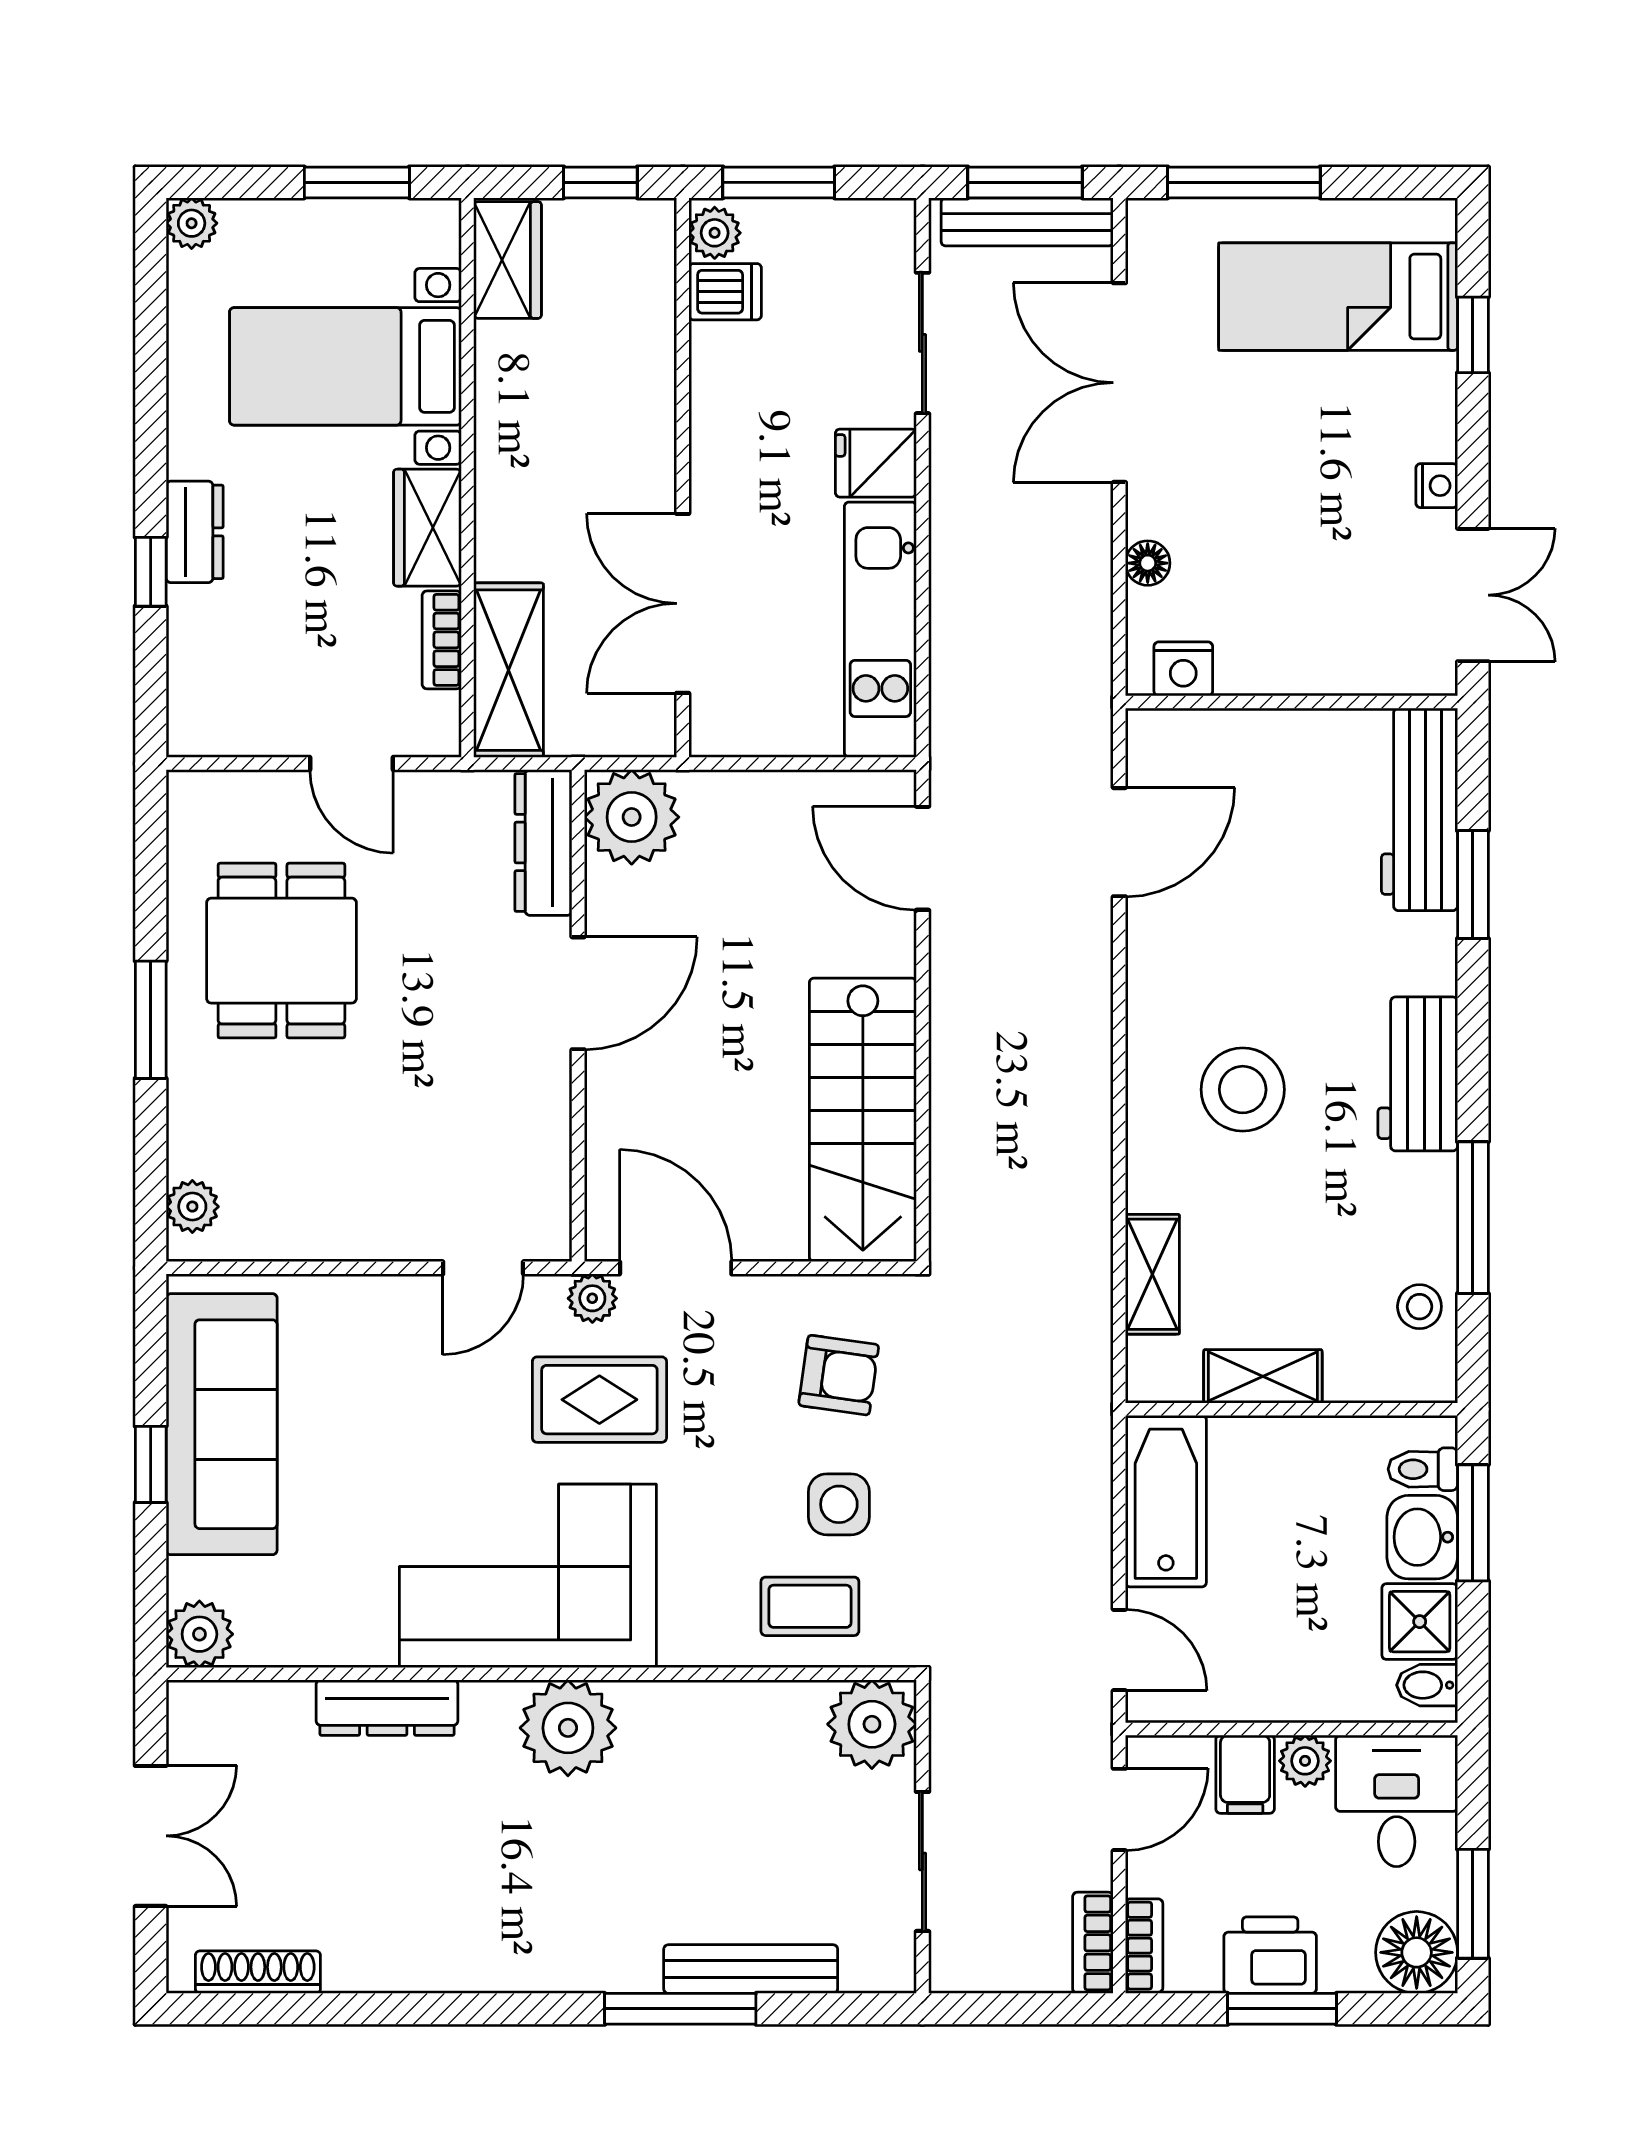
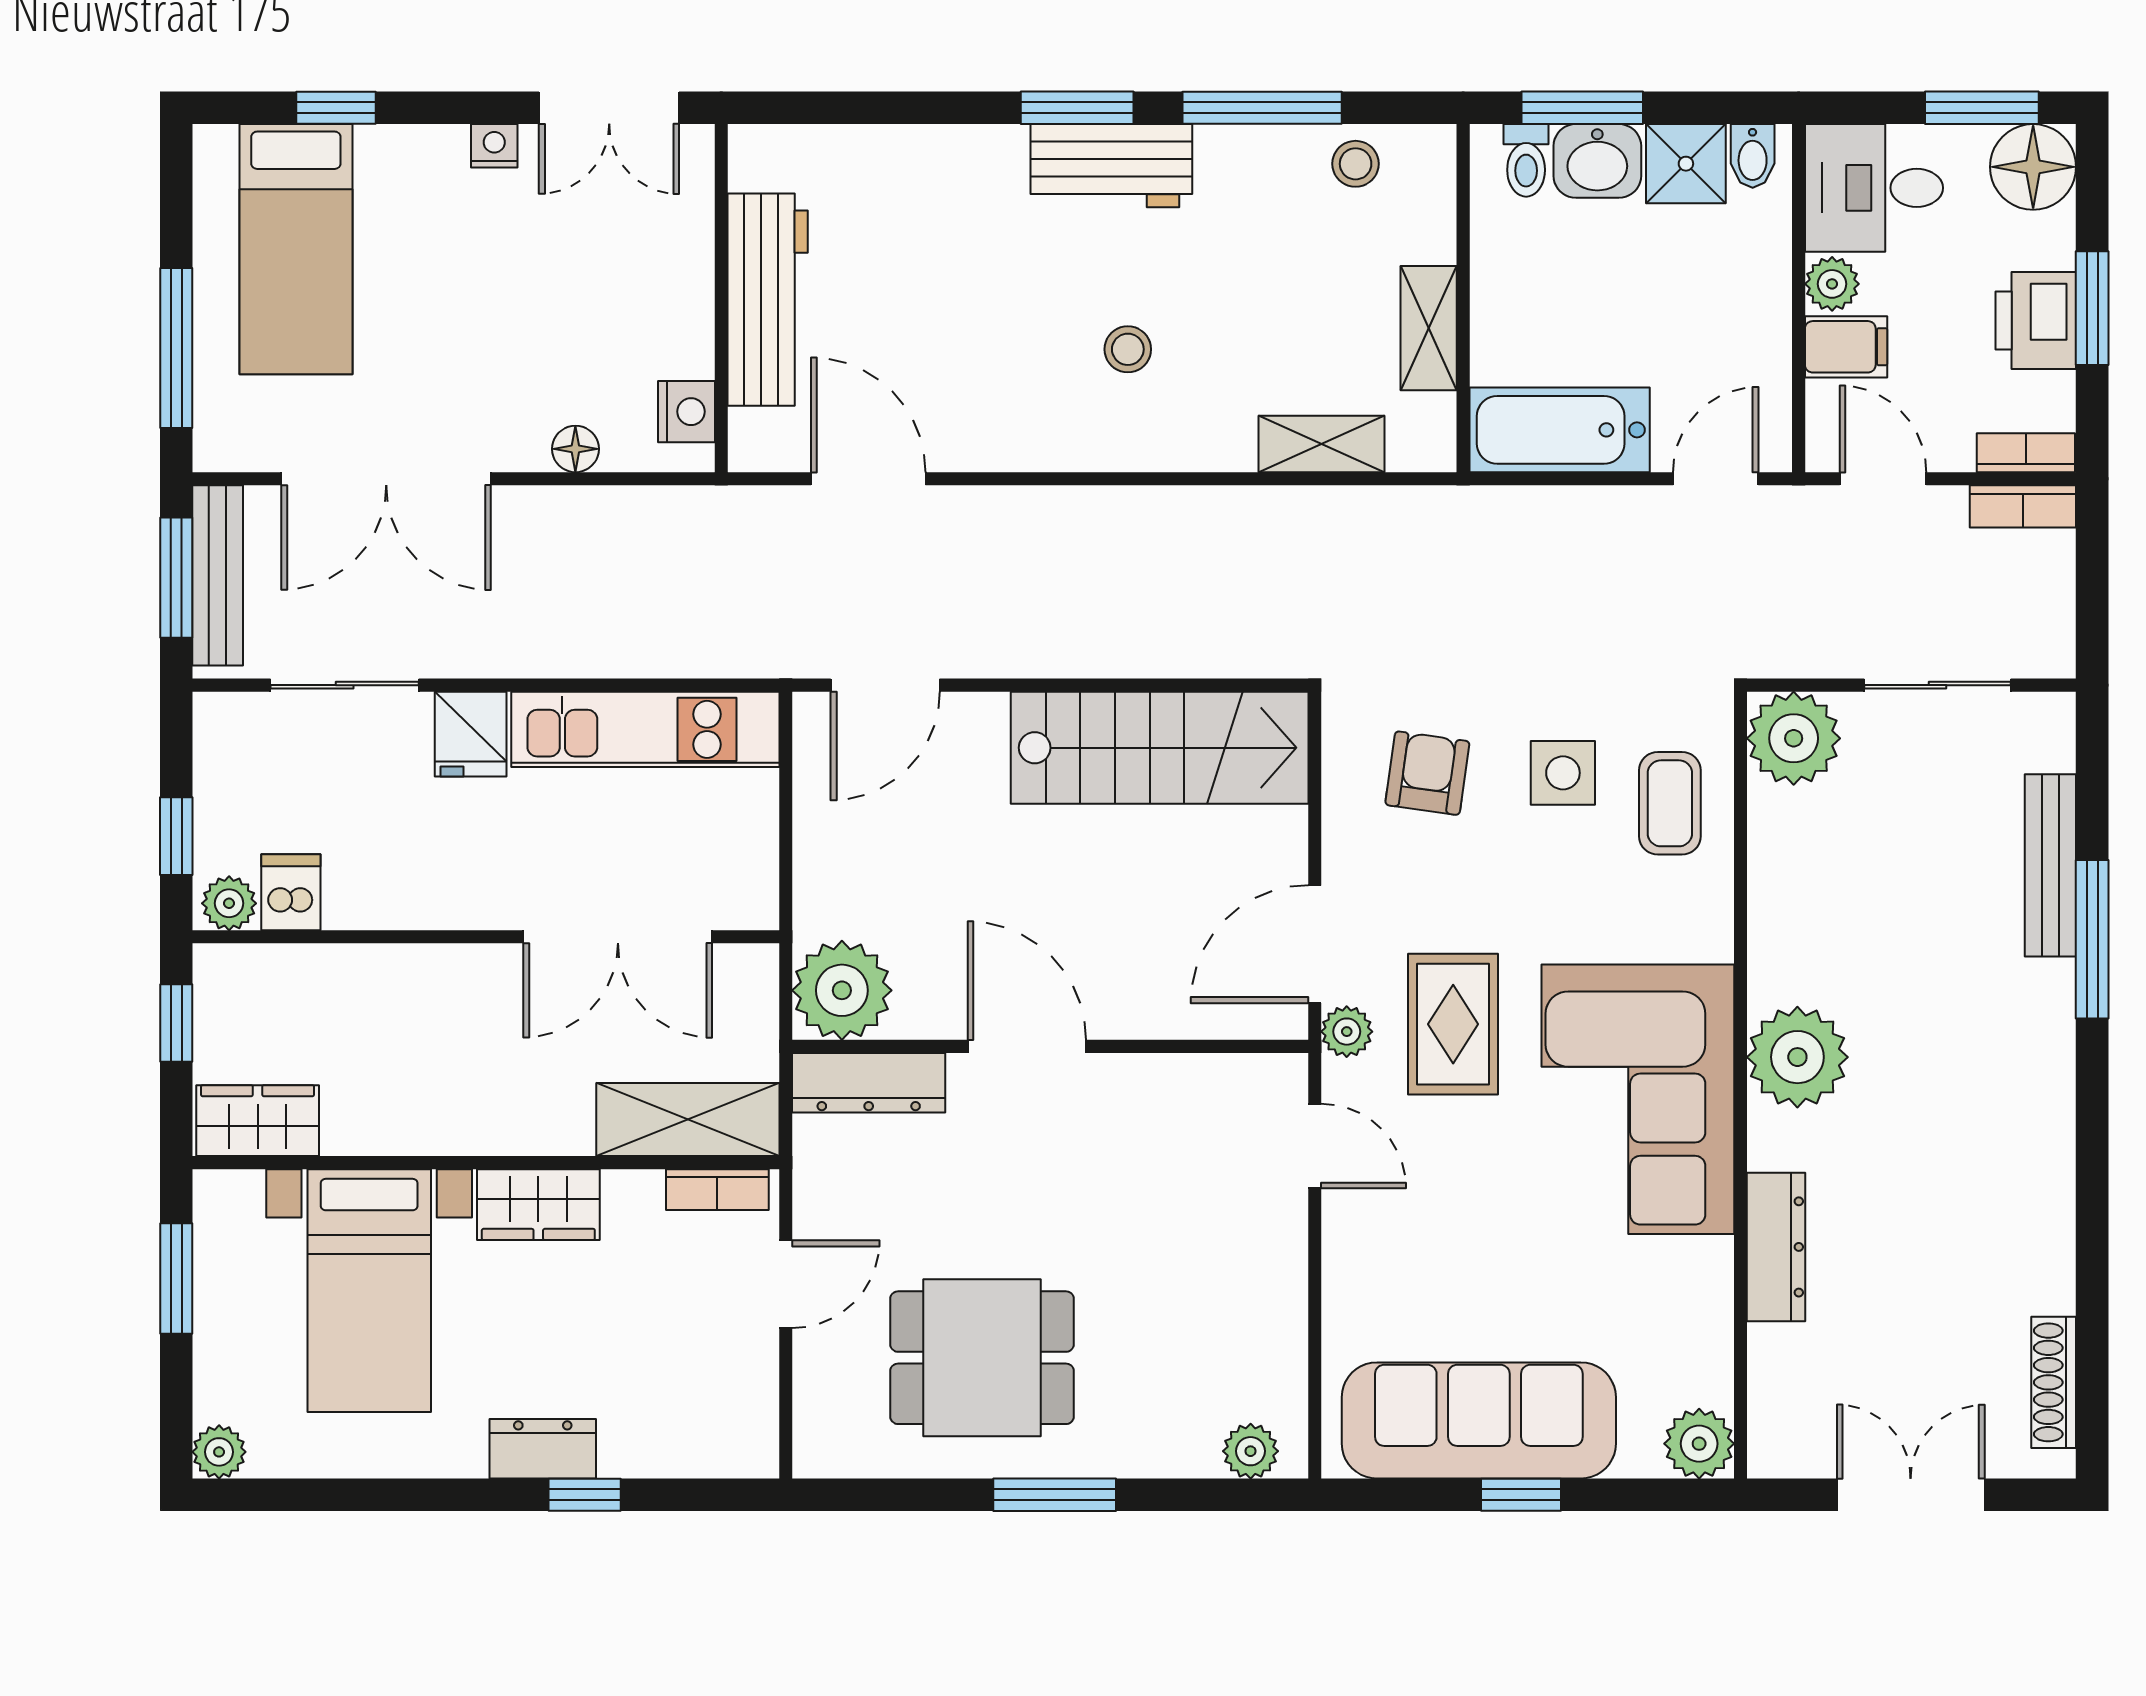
window: (779, 182) -> (176, 836), width x0.67
double door: (1473, 595) -> (609, 108), swing flipped
bookcase: (442, 640) -> (717, 1190), moved
workbench: (1419, 809) -> (768, 300), moved, turned -90
window: (1473, 885) -> (1077, 108), moved
stool: (1243, 1090) -> (1128, 349), width x0.53, depth x0.53

